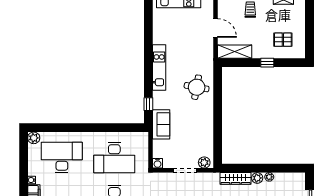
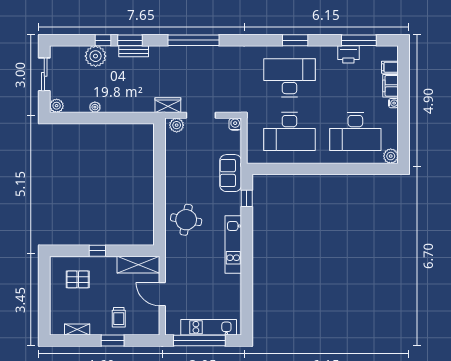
desk: (114, 157) -> (289, 131), turned 180
wardrobe: (236, 178) -> (168, 105), moved, width x0.67
plant: (257, 178) -> (57, 106), moved

